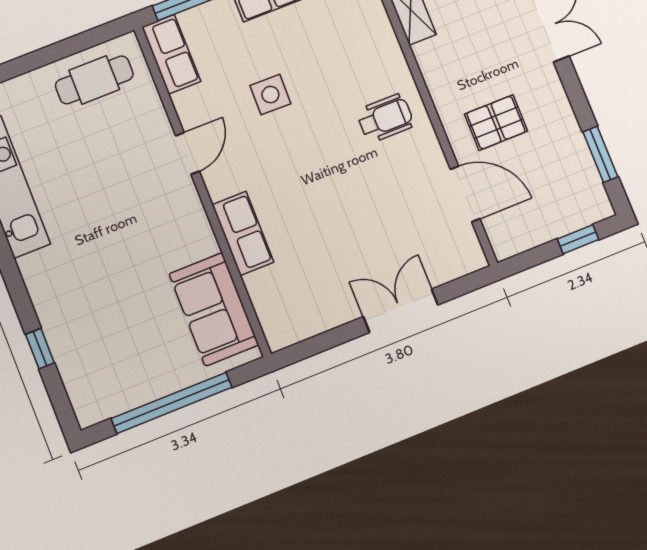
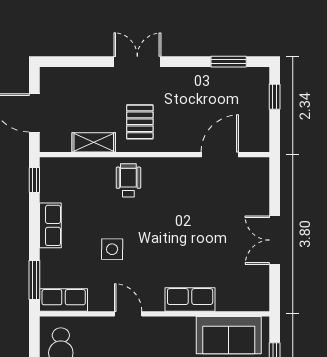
wheelchair: (385, 118) -> (128, 180), moved
pallet: (496, 123) -> (140, 122), moved
double door: (401, 311) -> (275, 240), moved

